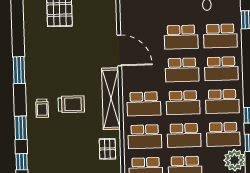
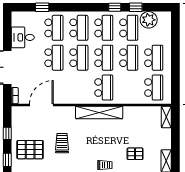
door: (119, 50) -> (41, 105), moved
trolley: (71, 104) -> (62, 143), moved
school desk: (145, 137) -> (129, 88), removed
pallet: (107, 149) -> (135, 154), moved

